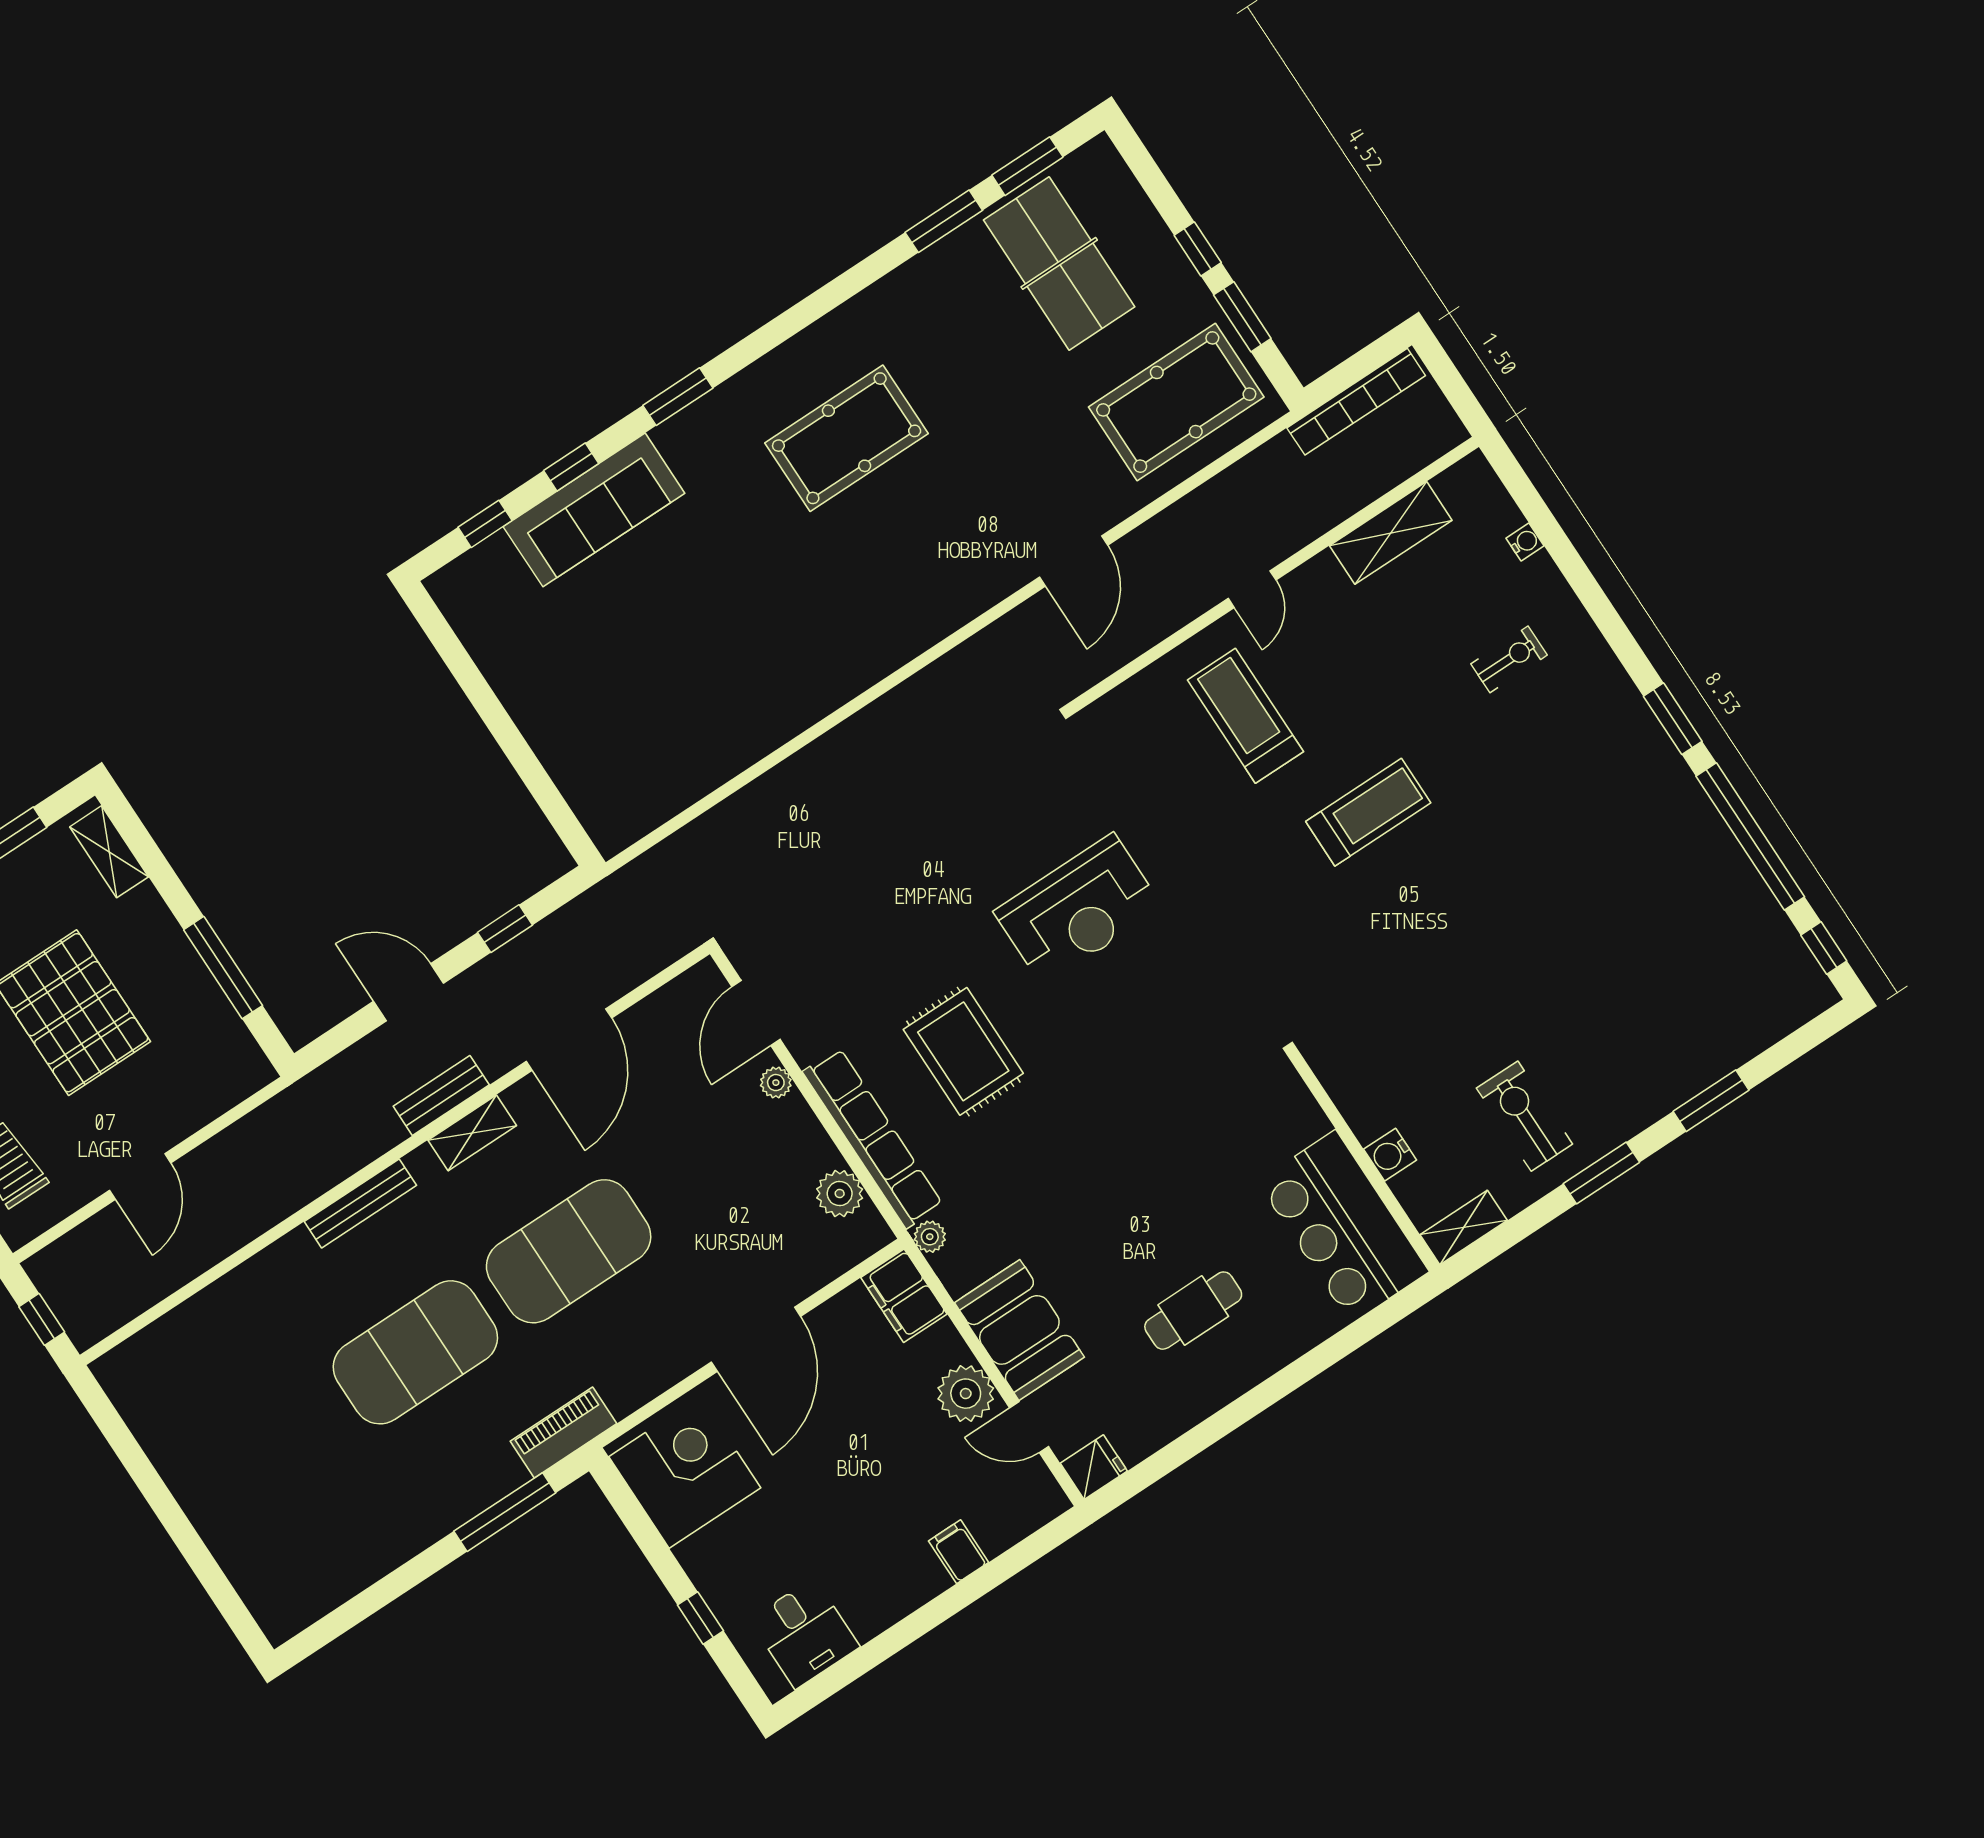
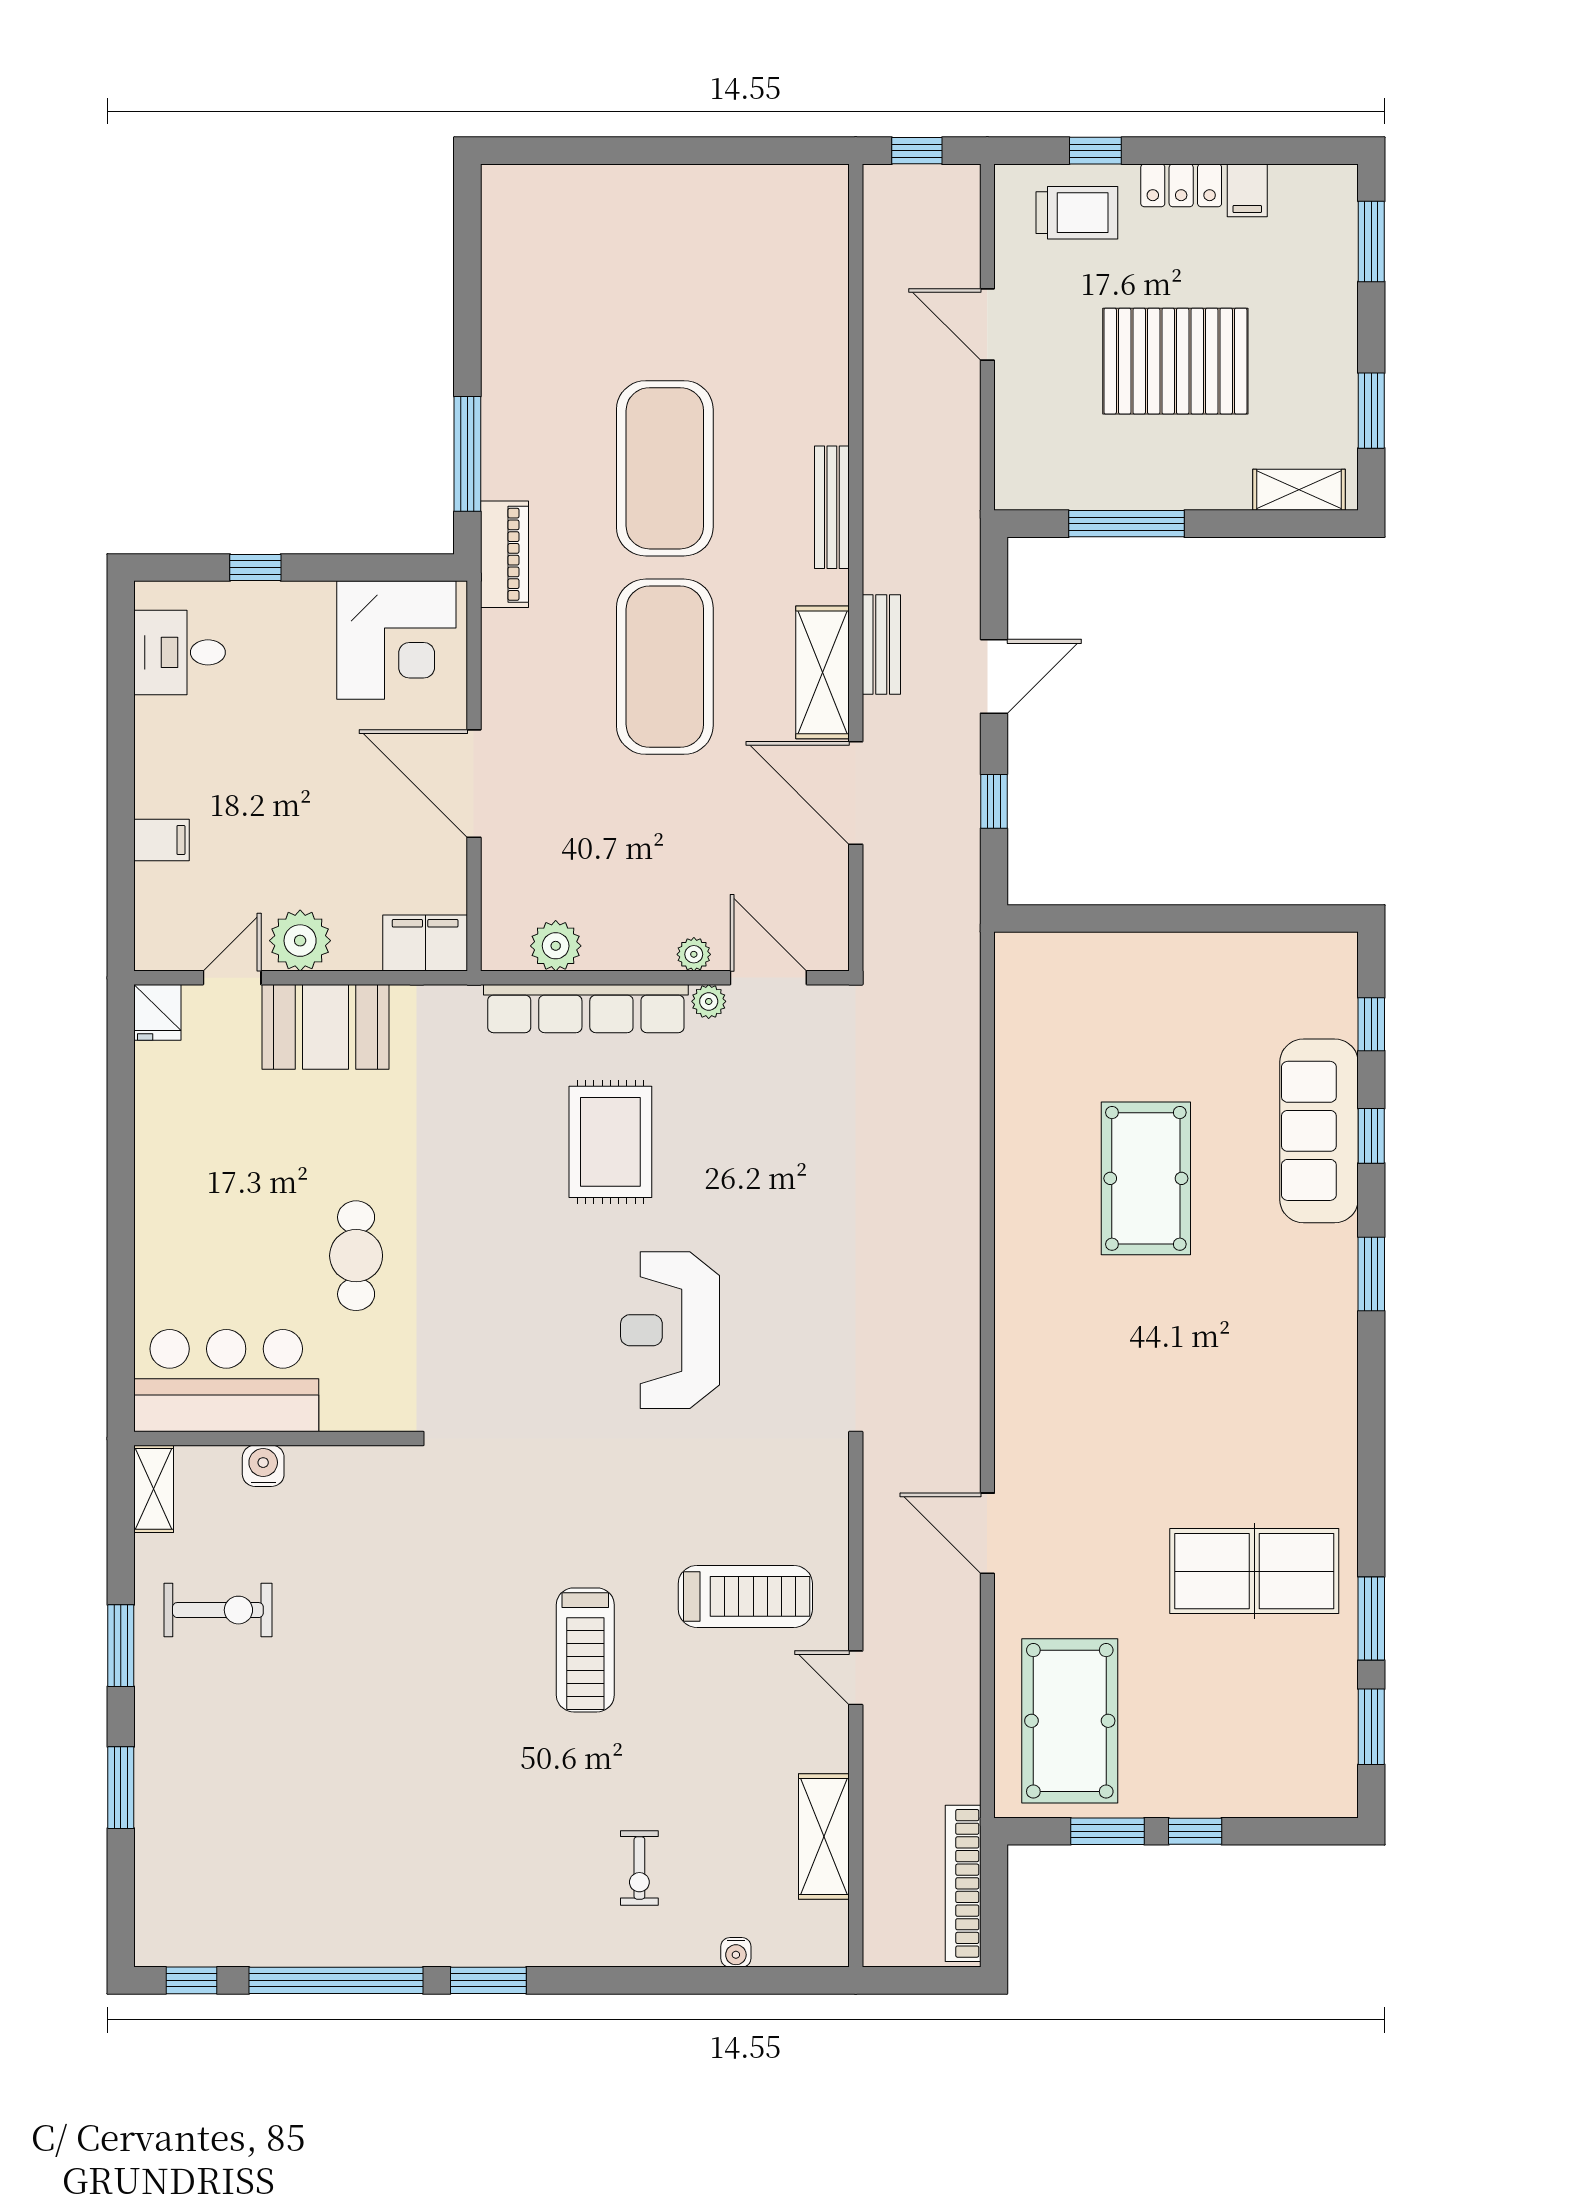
table tennis table: (1059, 263) -> (1254, 1571), moved
pool table: (847, 438) -> (1146, 1178), moved
rug: (963, 1051) -> (610, 1142), turned 90
shelving: (472, 1133) -> (822, 672), width x1.50, depth x1.33
plant: (930, 1237) -> (709, 1001), moved
cafe table: (1193, 1311) -> (356, 1256), moved

